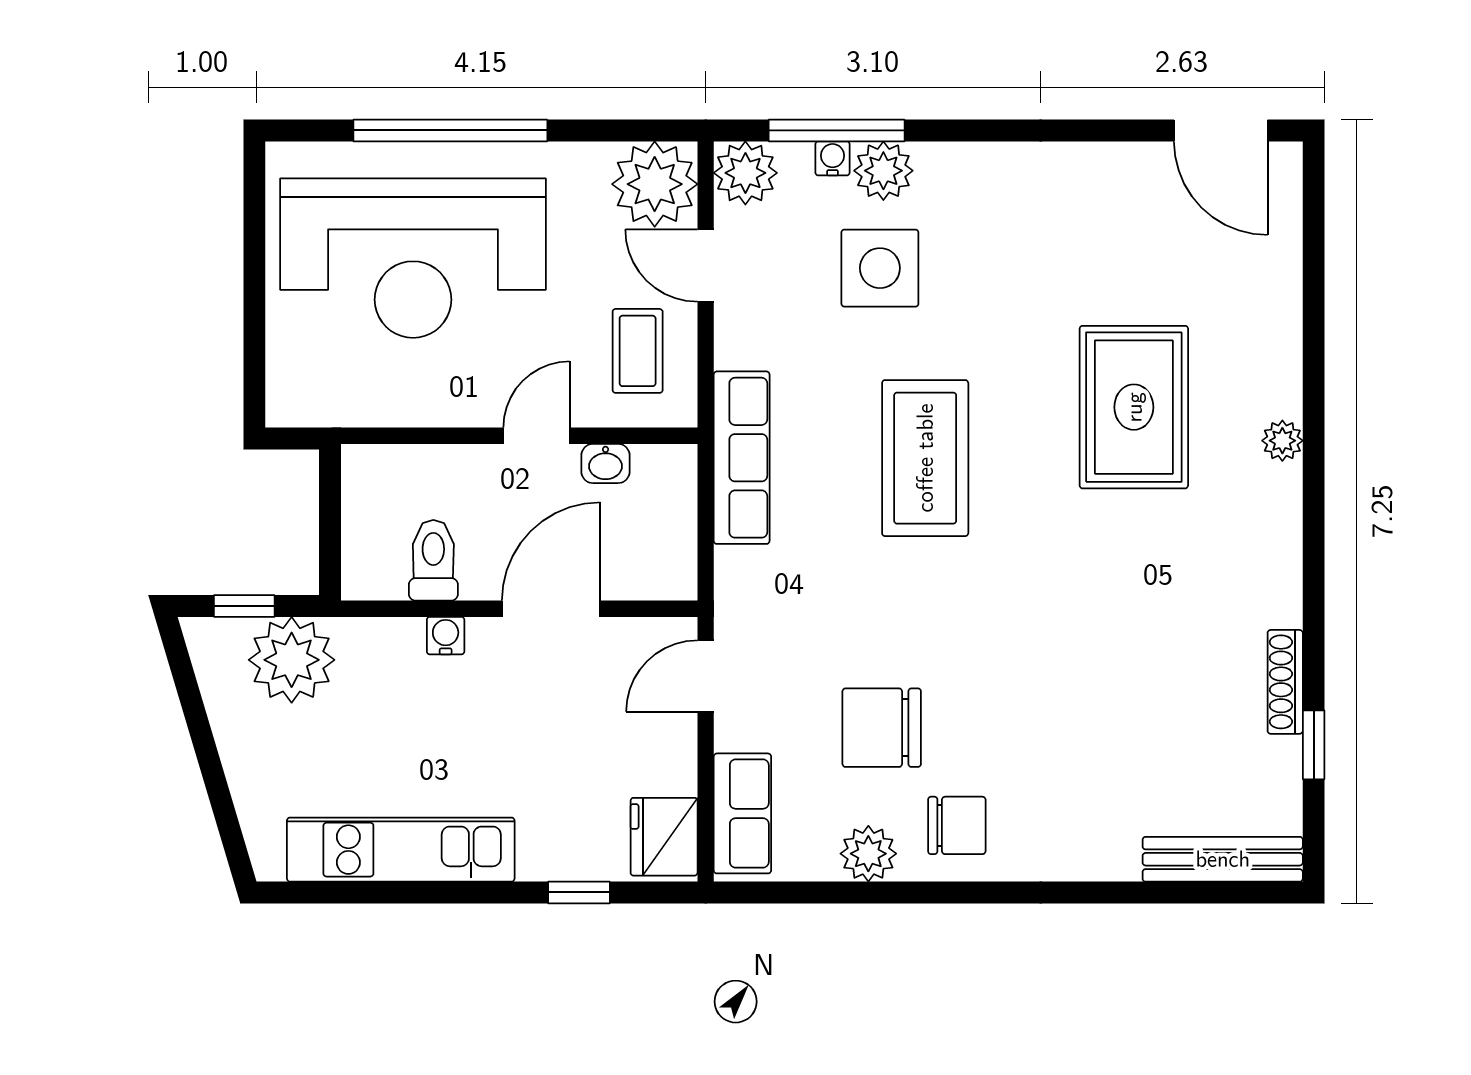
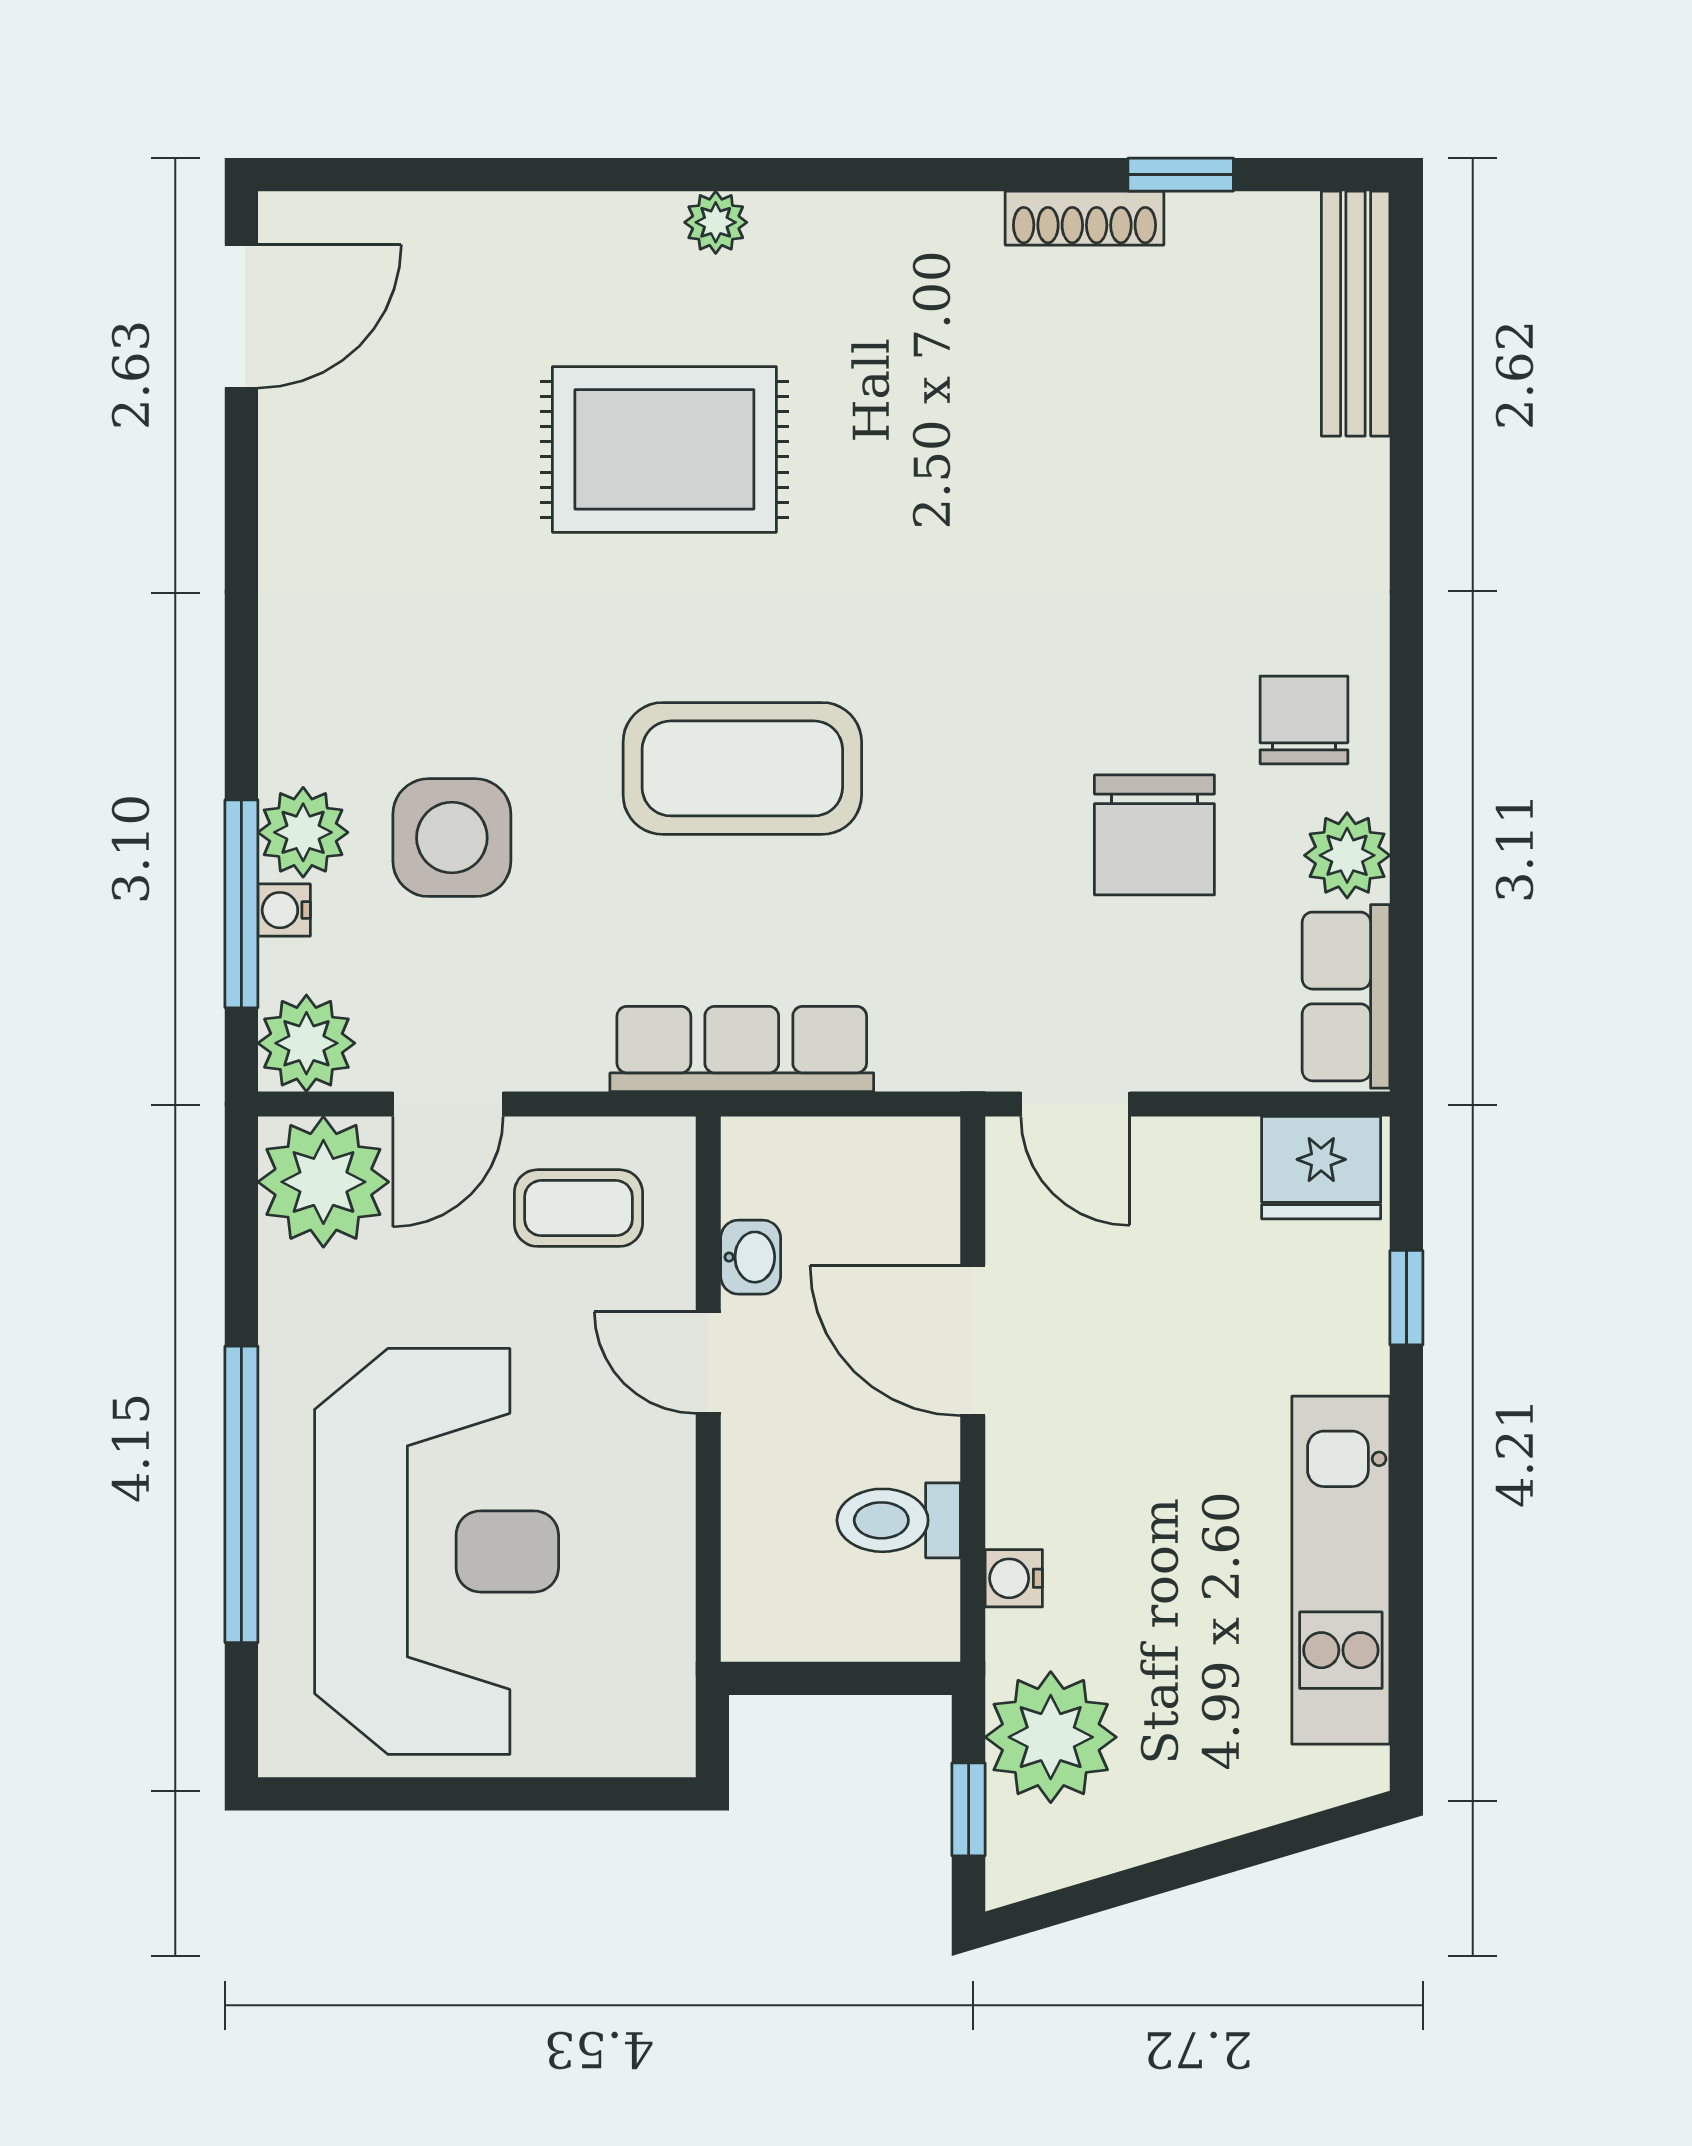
water cooler: (446, 636) -> (1014, 1578), moved
row of seats: (742, 813) -> (1346, 996), moved, turned -90

